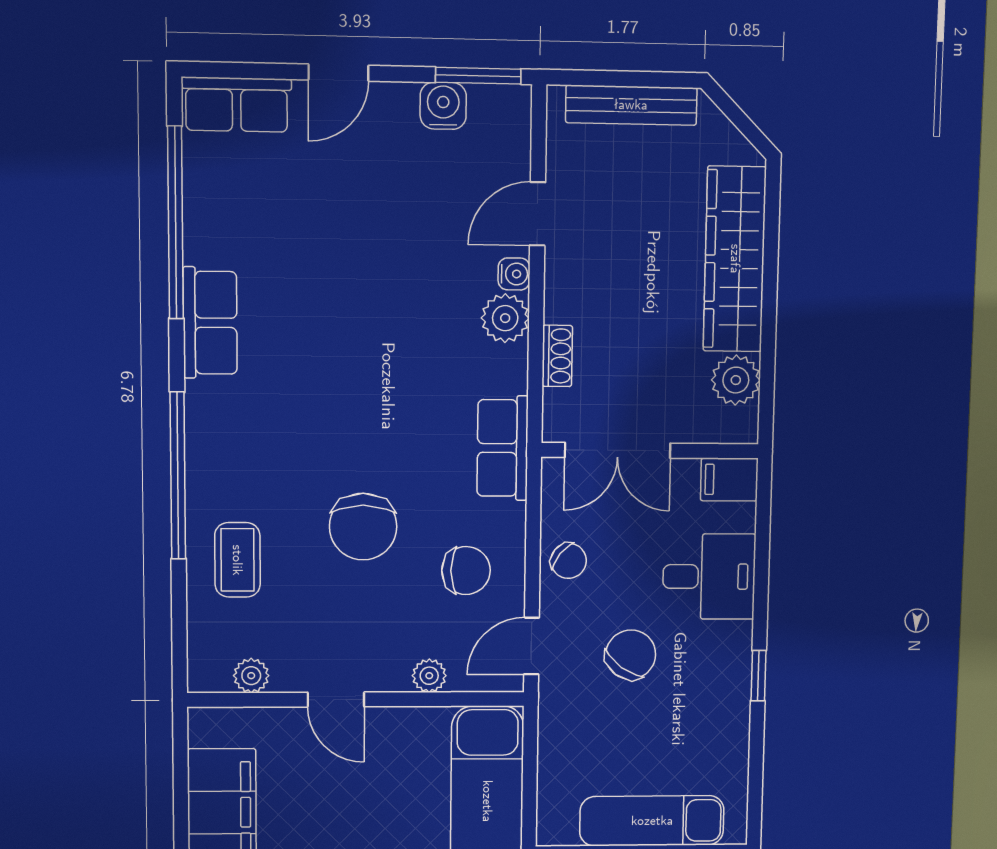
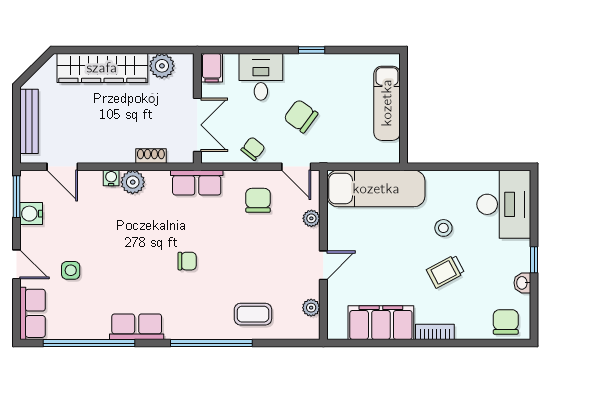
side table: (326, 187) -> (71, 270), added
door: (538, 214) -> (62, 167), moved
chair: (363, 527) -> (187, 261), moved, width x0.54, depth x0.54

